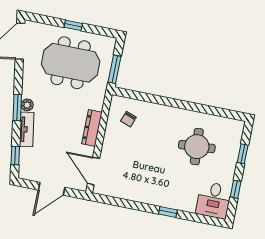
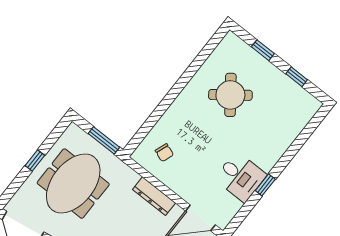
round table: (197, 147) -> (230, 95), turned -33
desk: (214, 200) -> (240, 177), moved
window: (168, 212) -> (265, 185), moved

